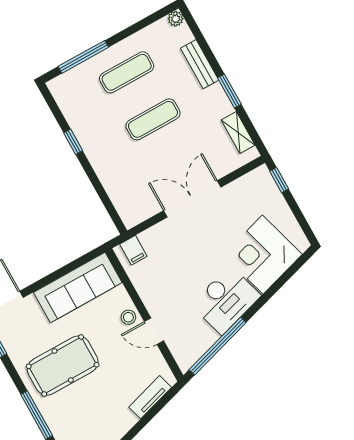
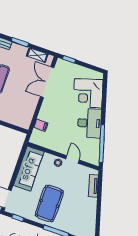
double door: (192, 199) -> (47, 82), moved
filing cabinet: (133, 250) -> (41, 125), moved
door: (154, 331) -> (72, 159), swing flipped

